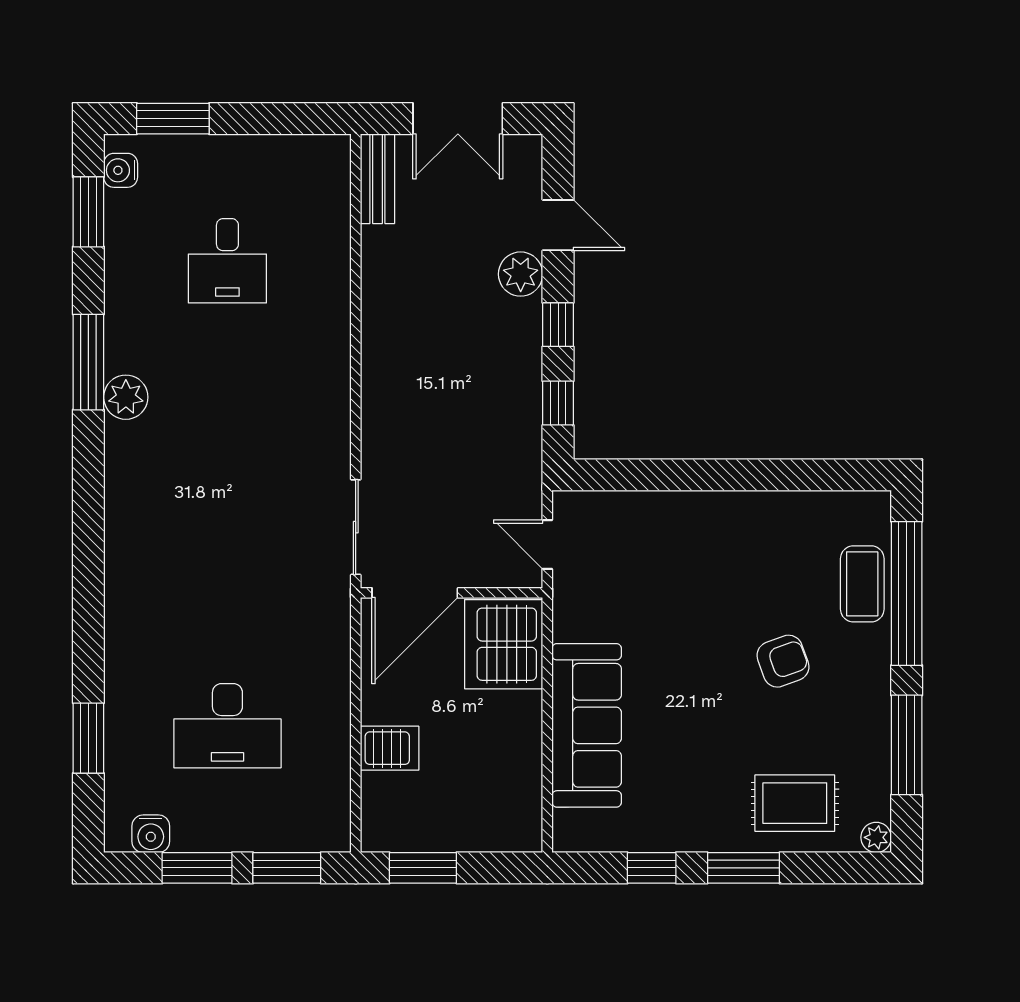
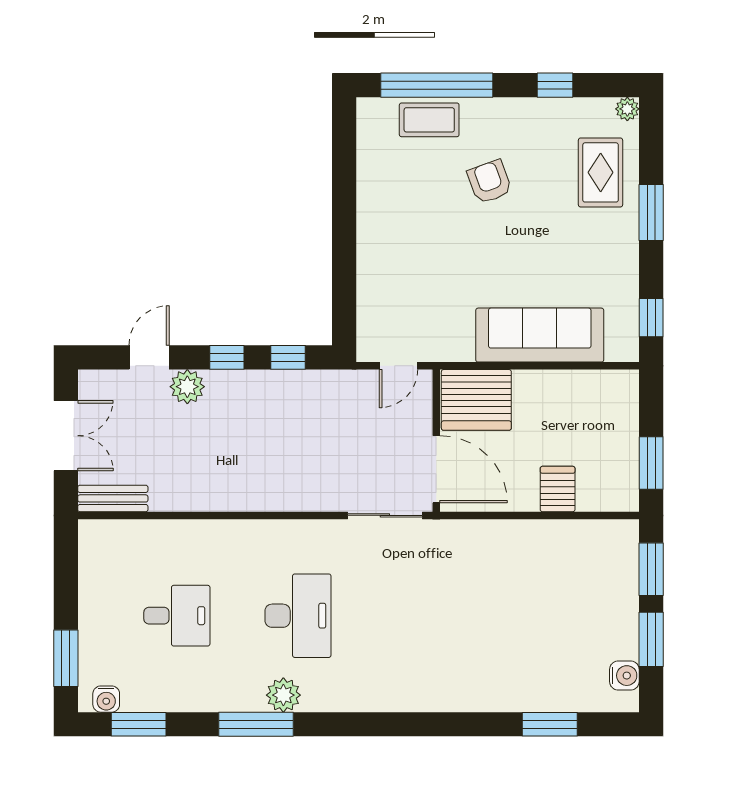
desk: (227, 726) -> (298, 616), moved
window: (907, 745) -> (555, 85), width x0.46
window: (652, 868) -> (651, 318), moved

